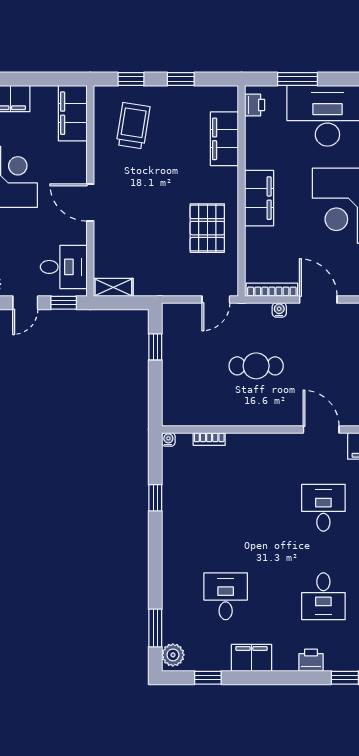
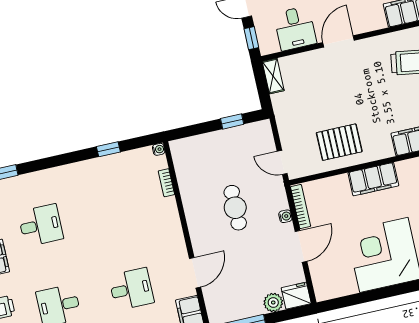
desk: (64, 267) -> (295, 28), moved

